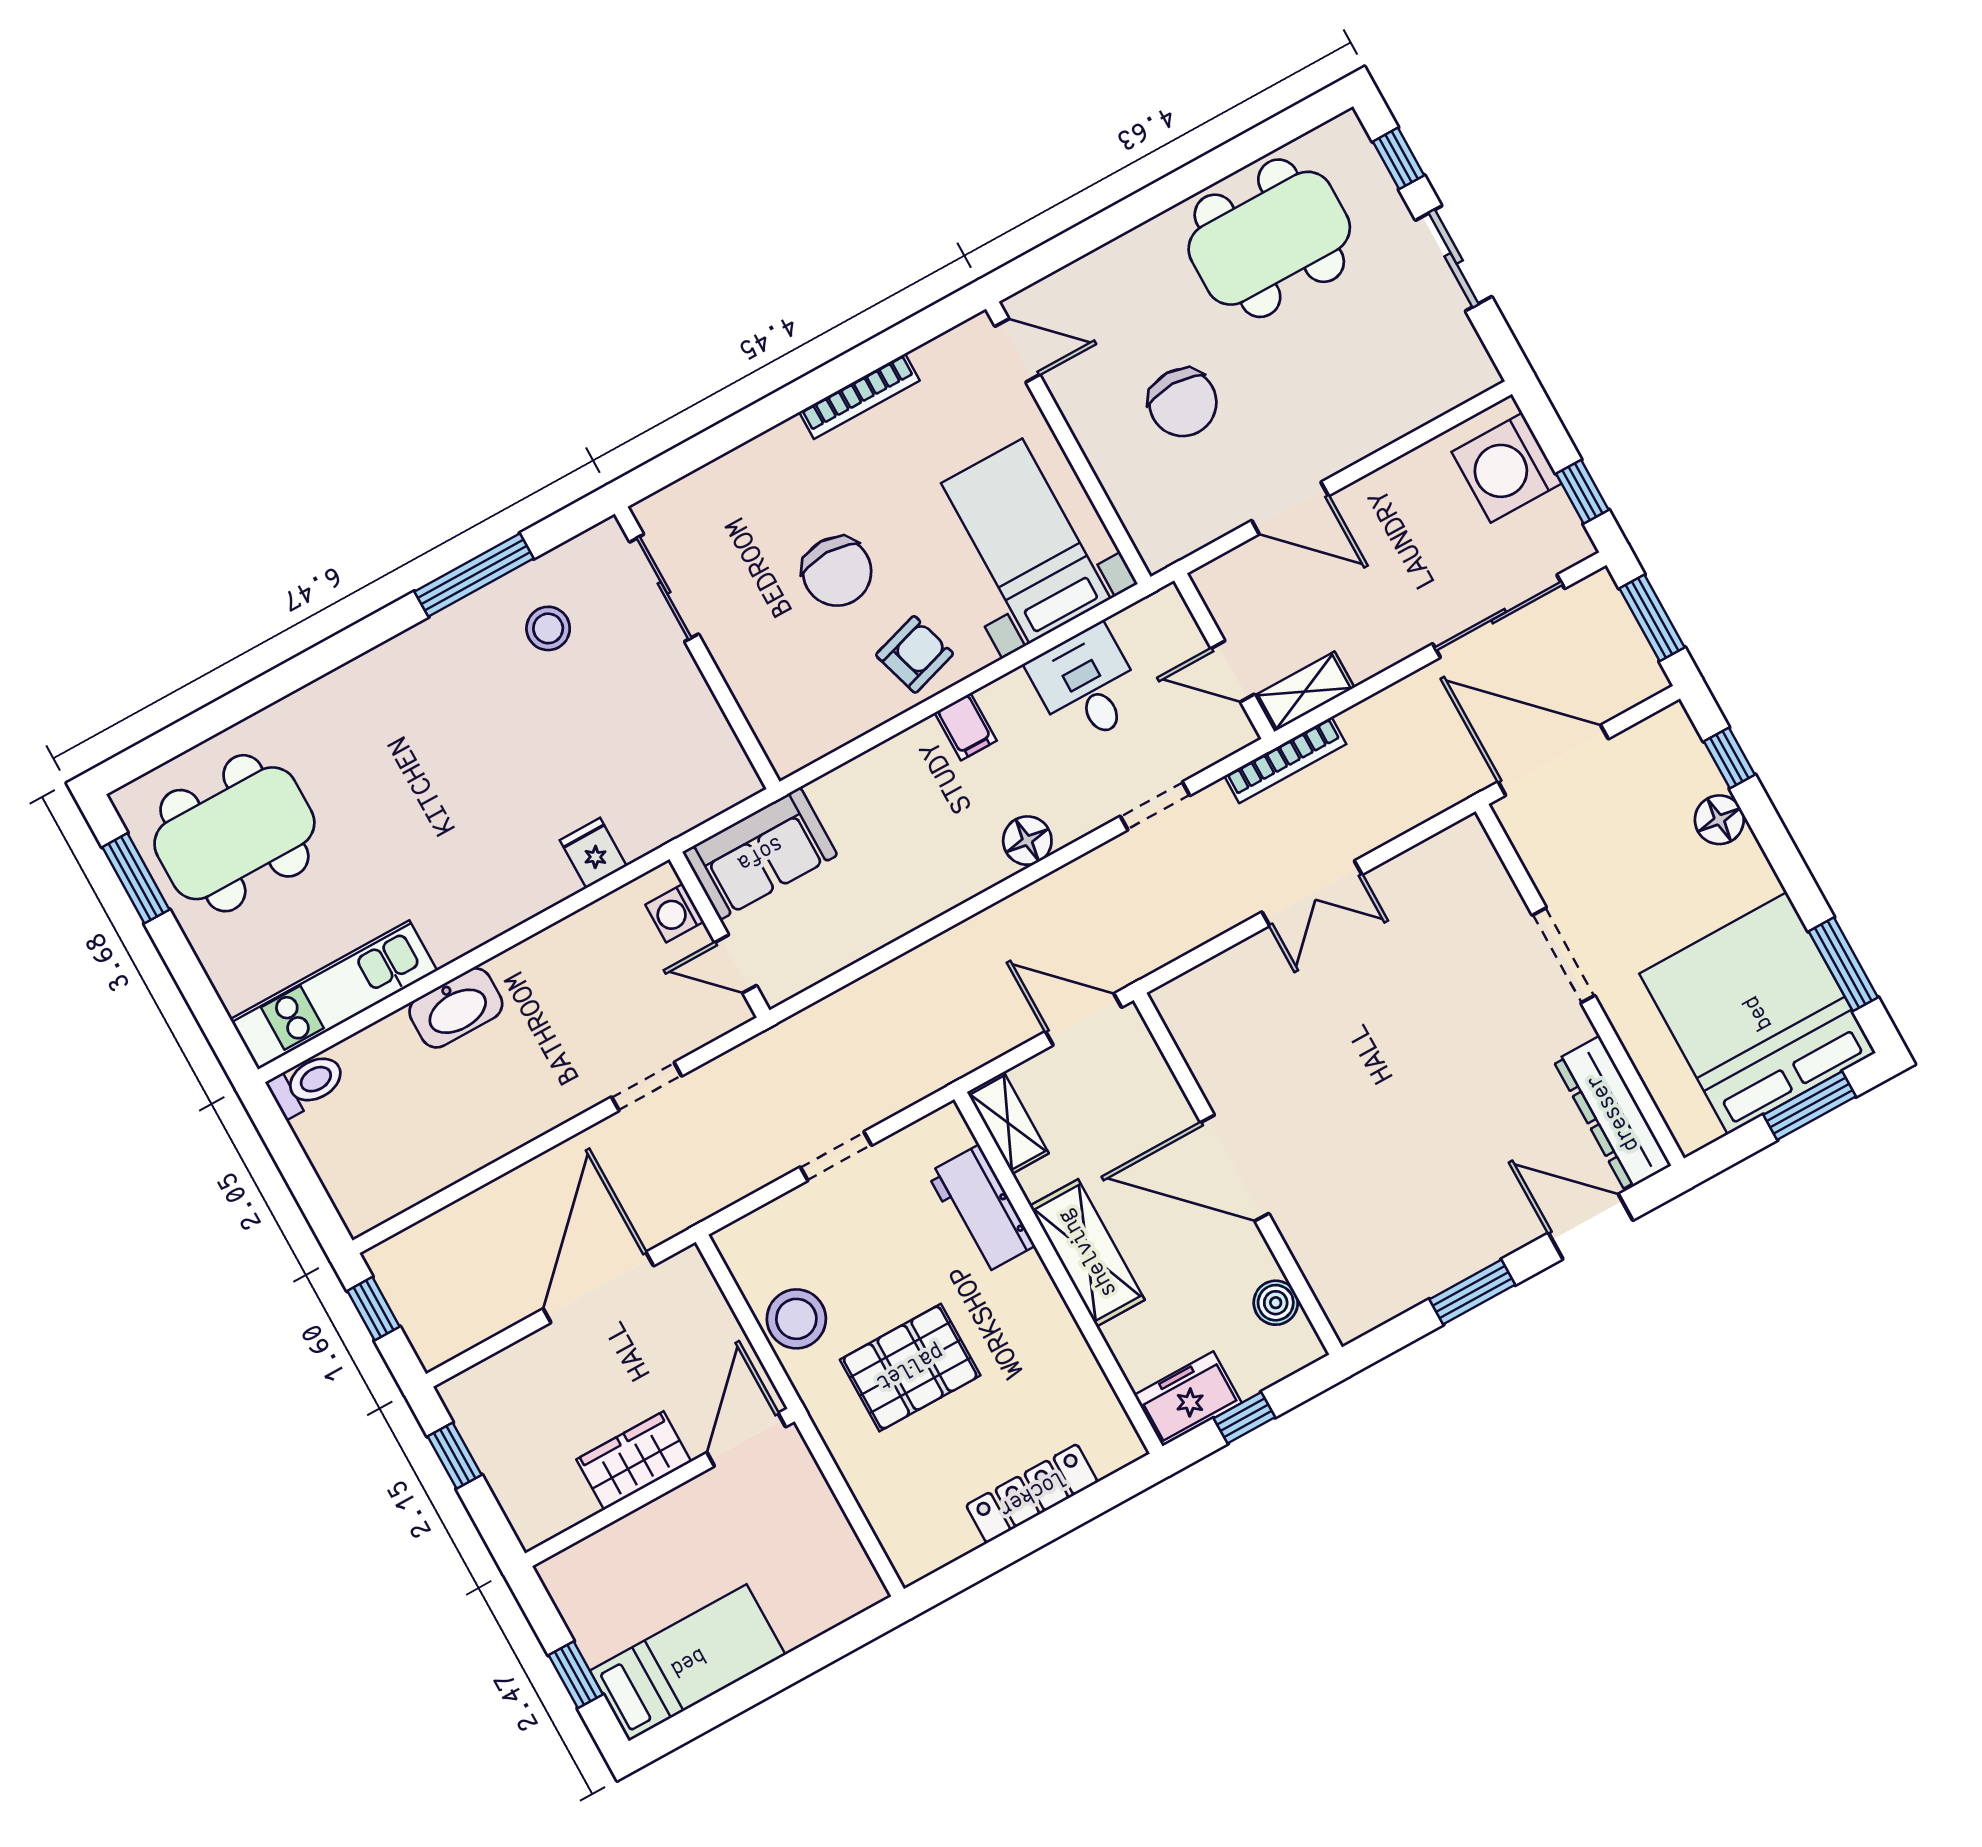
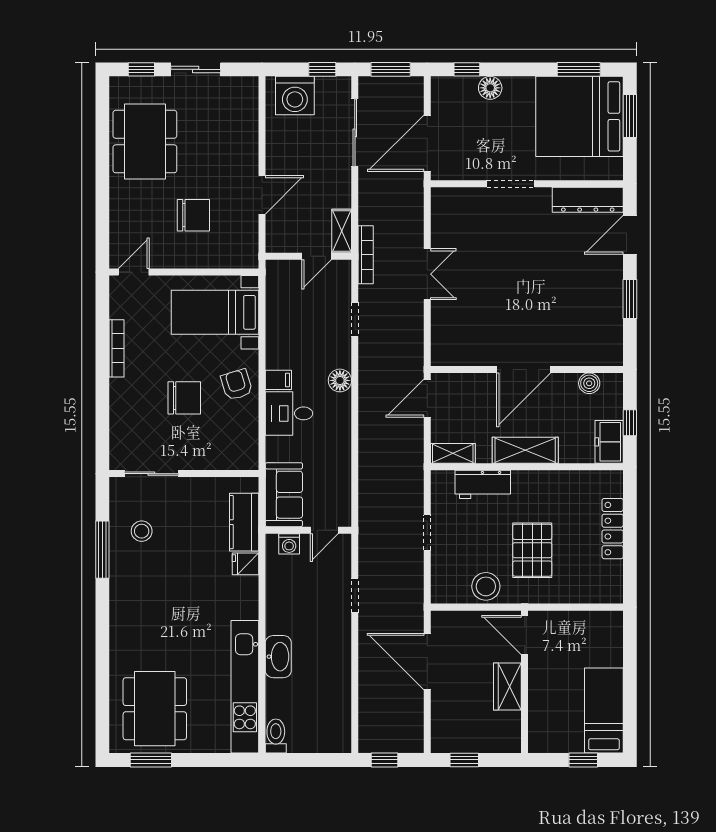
desk: (1087, 685) -> (289, 413), moved
kitchen counter: (669, 808) -> (244, 522), added
kitchen unit: (334, 995) -> (245, 687), width x1.36

